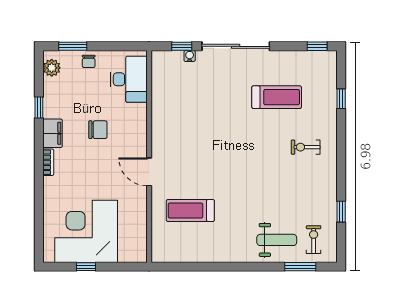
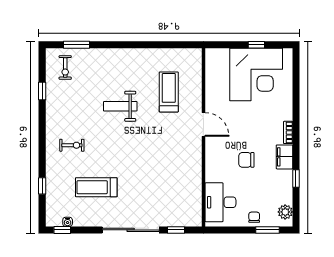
water cooler: (190, 56) -> (68, 222), moved
treadmill: (190, 211) -> (169, 92), turned -90
weight bench: (277, 240) -> (120, 106), moved

